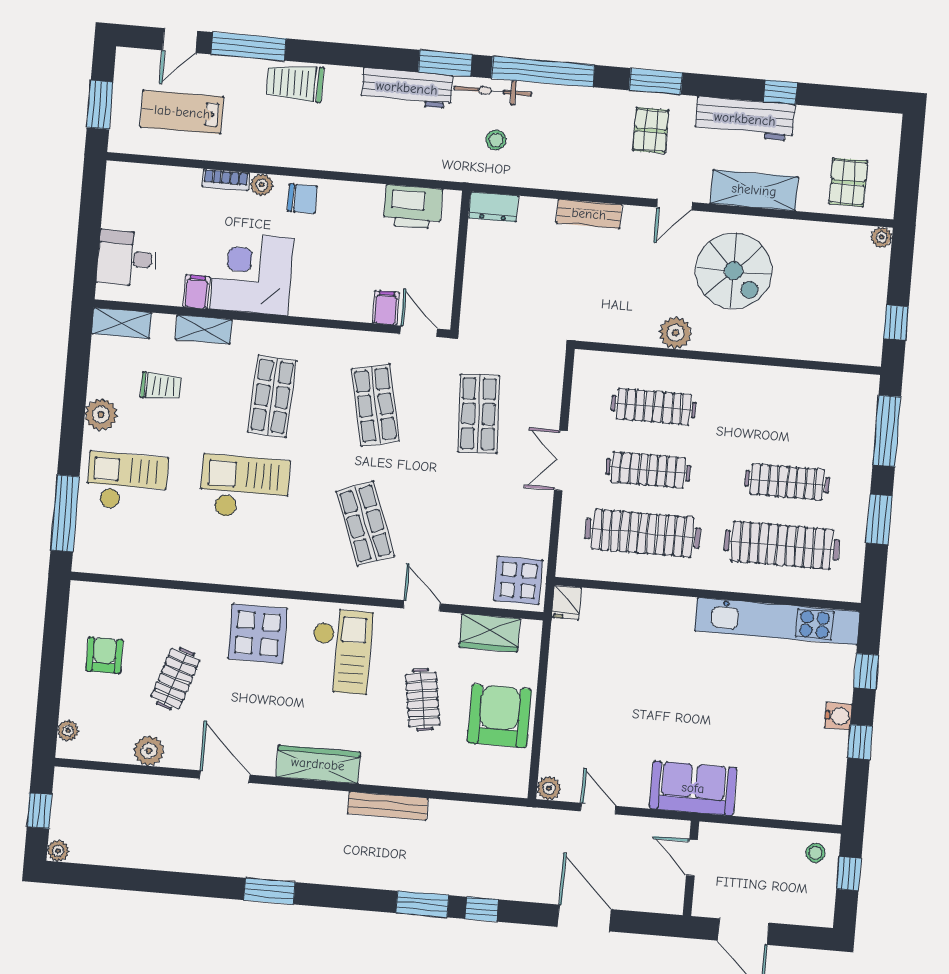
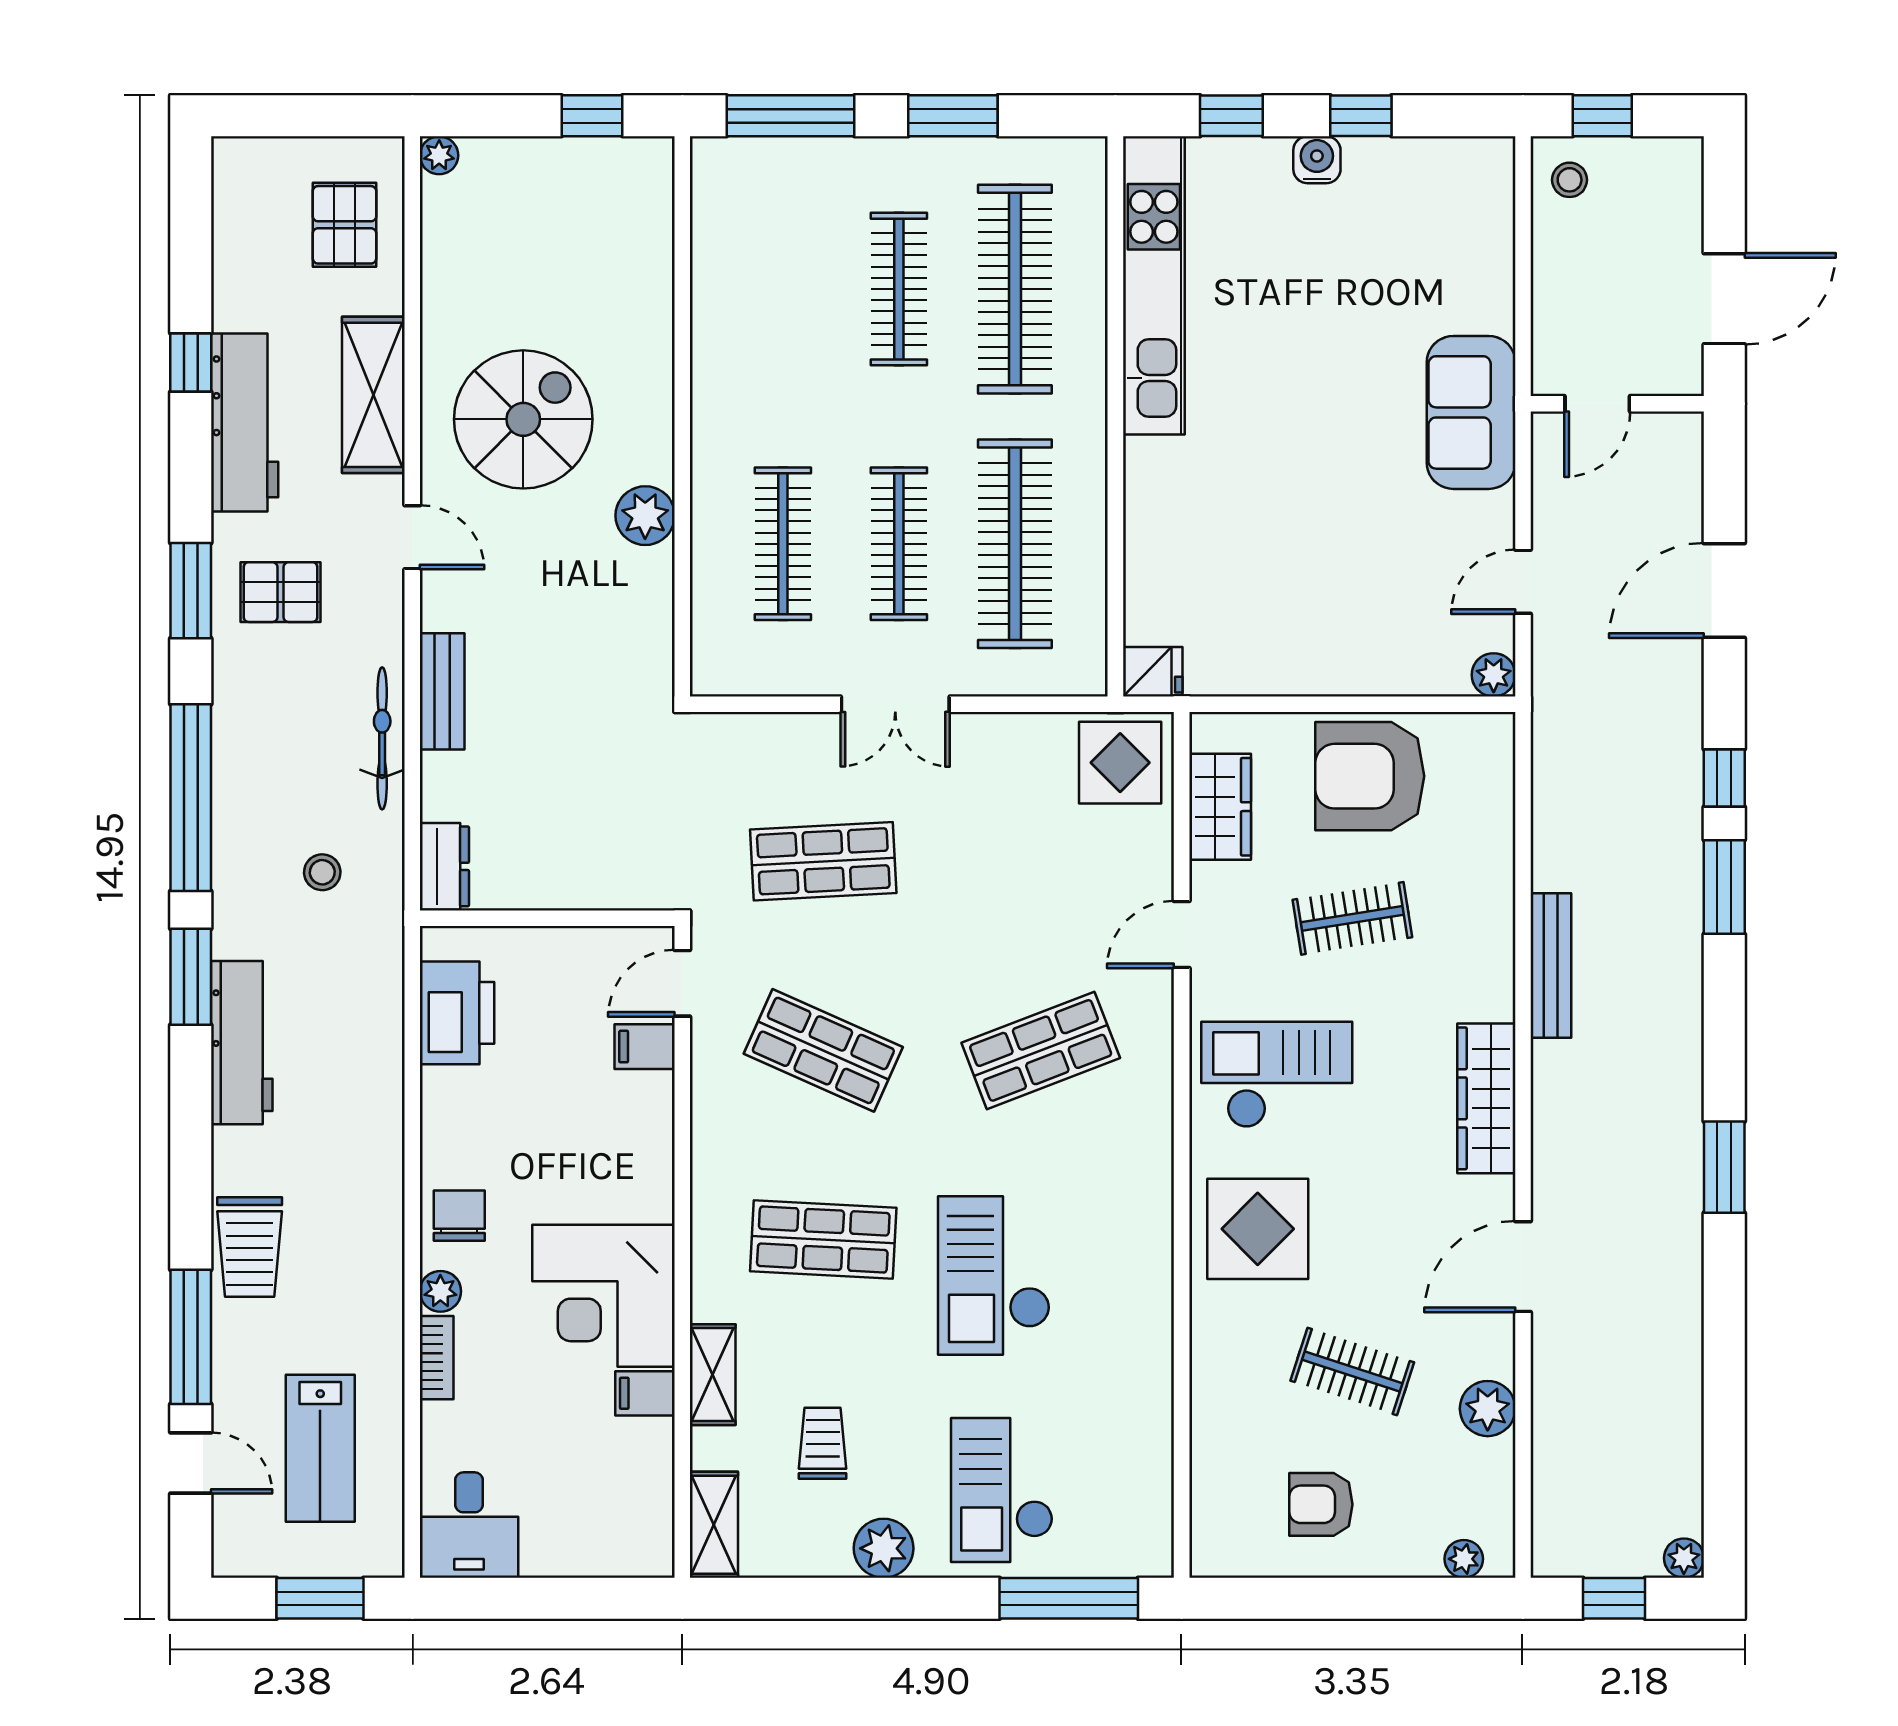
bicycle: (493, 91) -> (382, 738), moved, turned 180
pallet: (848, 182) -> (344, 225), turned 90
desk: (127, 258) -> (469, 1525), moved
shop shelf: (375, 405) -> (823, 1050), turned 36

